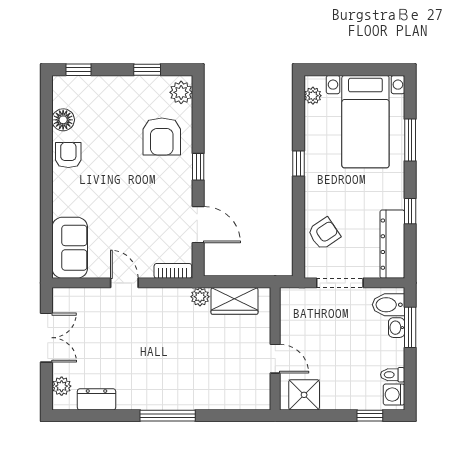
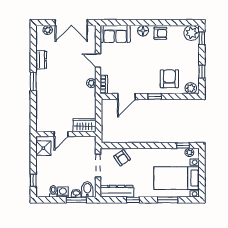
plant: (68, 91) -> (192, 33), added
floor lamp: (63, 120) -> (143, 31), moved
armchair: (162, 136) -> (169, 79), turned 90
window: (299, 164) -> (183, 145), moved
door: (124, 283) -> (98, 61), swing flipped
plant: (200, 297) -> (91, 83), moved
wardrobe: (234, 301) -> (84, 125), moved, turned 90
double door: (46, 338) -> (71, 23), width x1.37
washing machine: (394, 395) -> (63, 192), moved
dresser: (97, 399) -> (41, 60), moved
window: (168, 416) -> (33, 82), width x0.69

